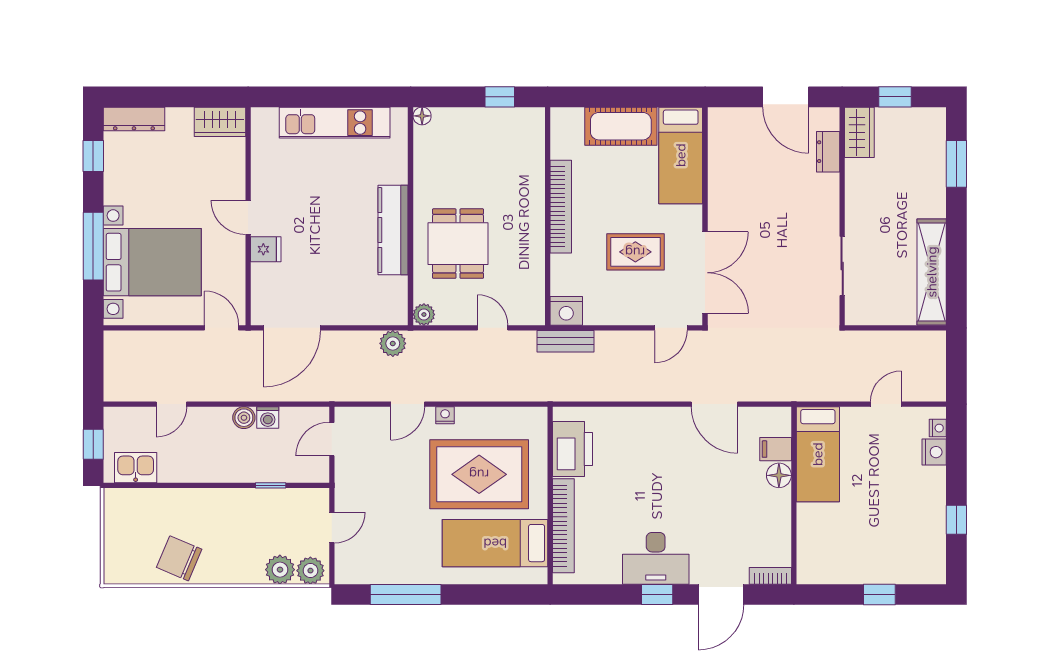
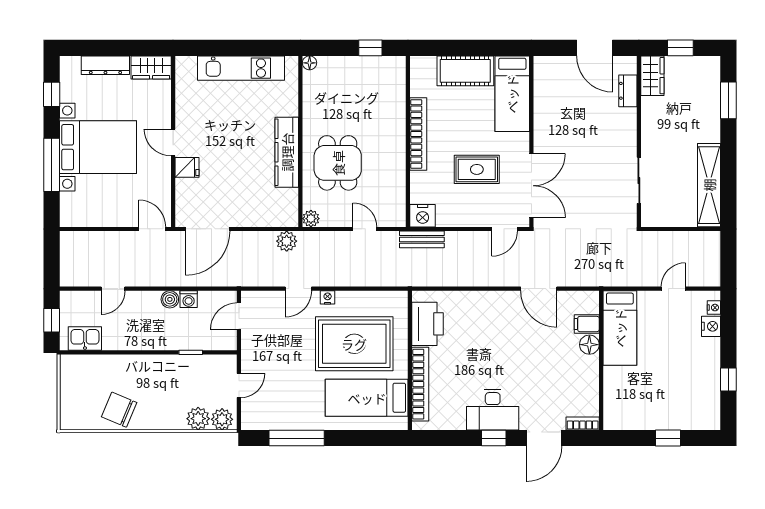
dresser: (134, 119) -> (105, 65), moved
bed with nightstands: (152, 262) -> (98, 147), moved

